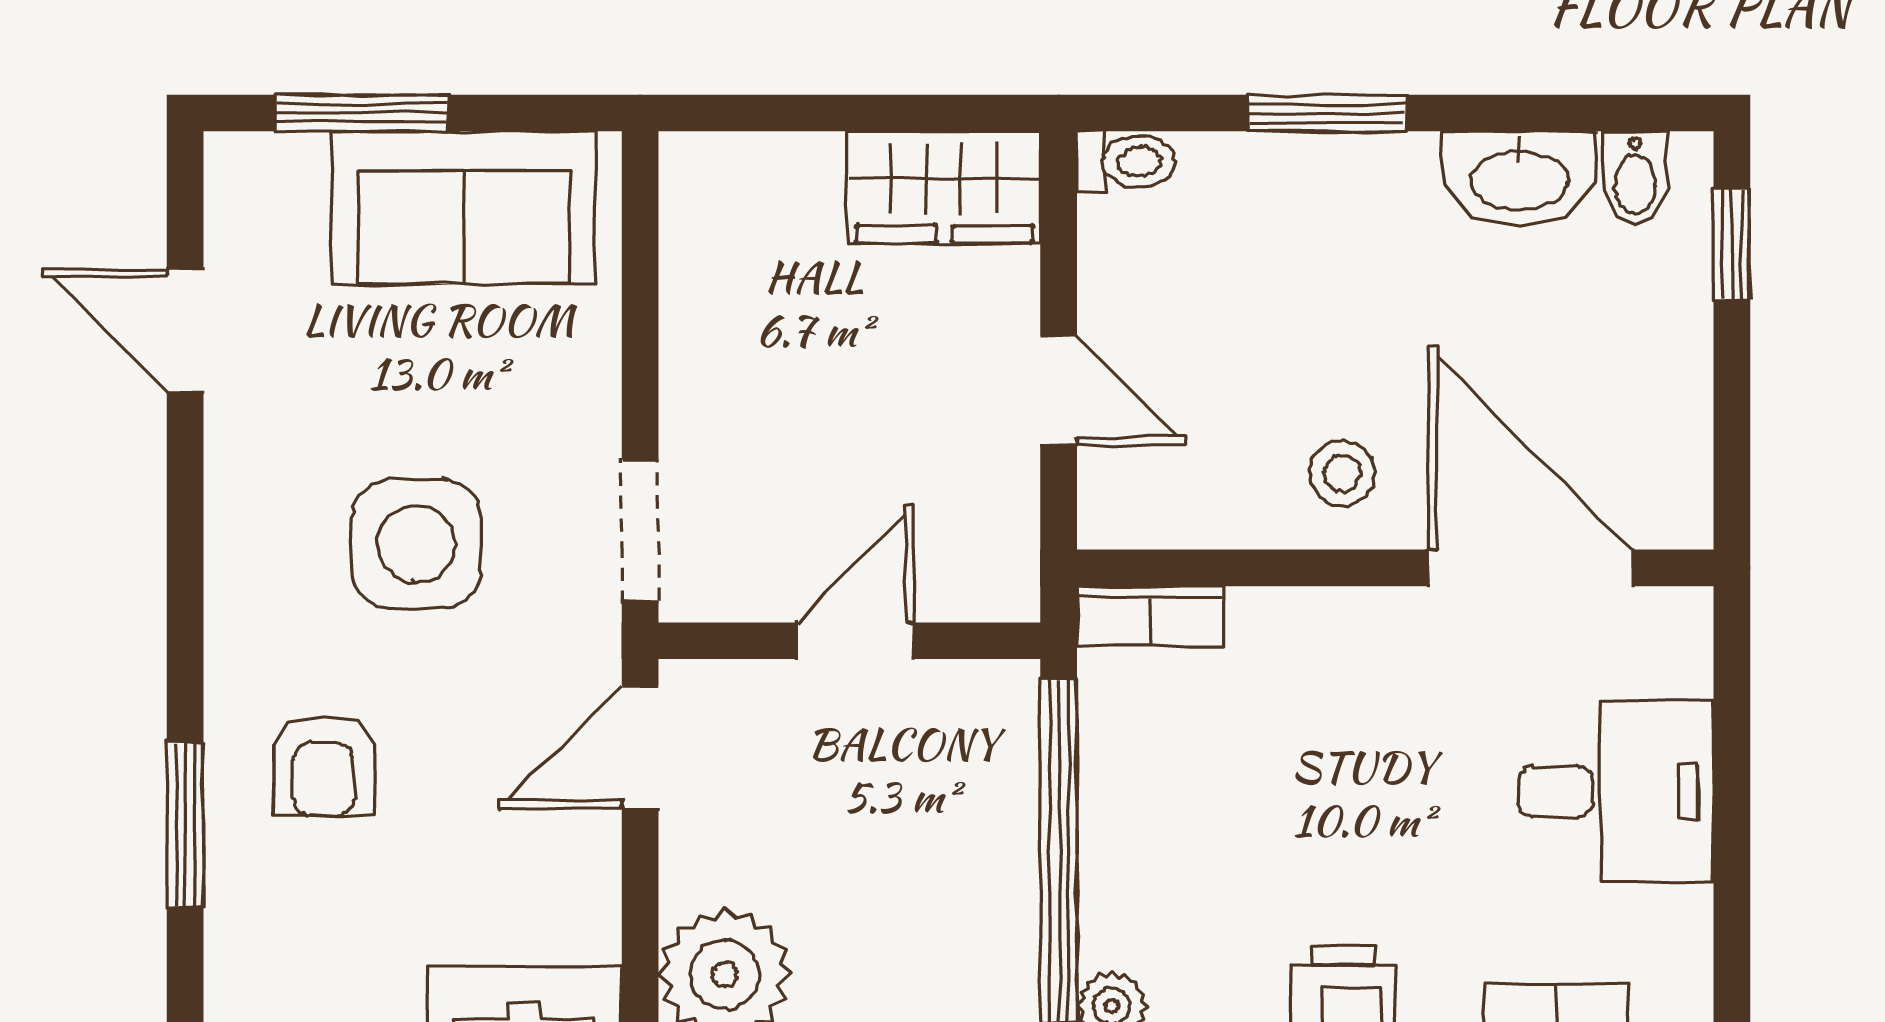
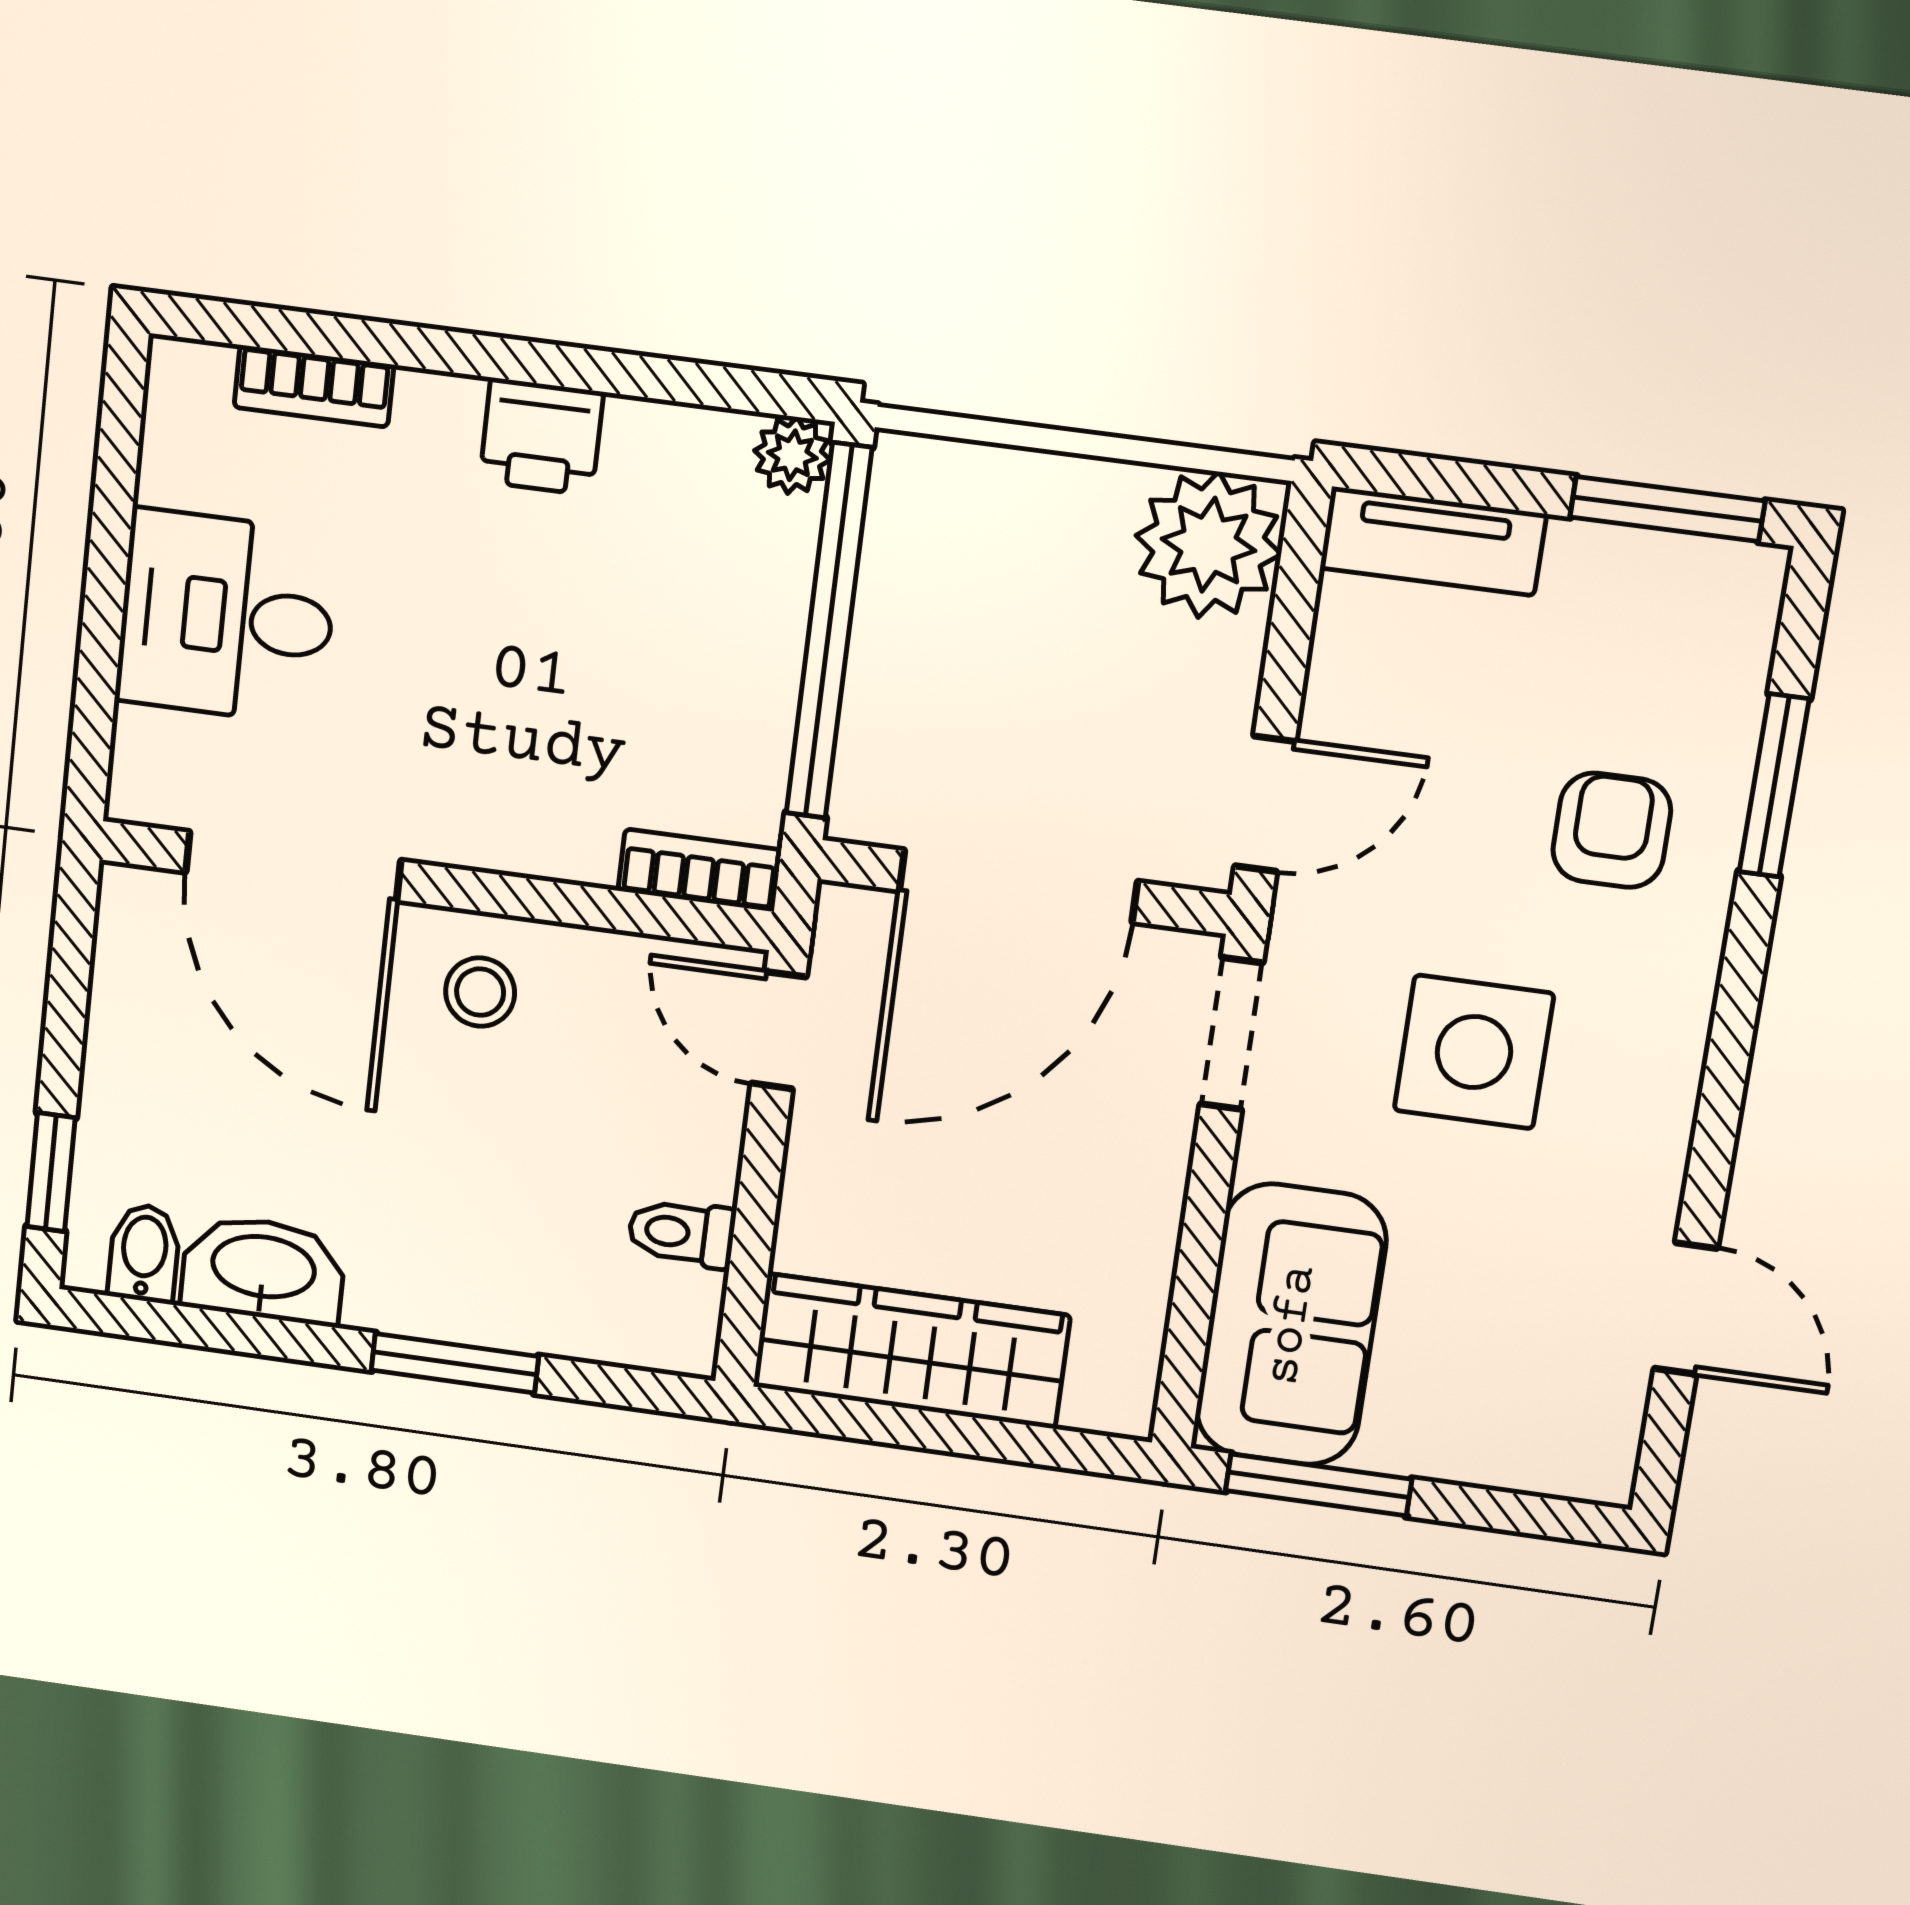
window: (362, 113) -> (1319, 1485), moved
toilet: (1126, 161) -> (682, 1233), moved
wardrobe: (944, 187) -> (911, 1351), width x1.50
sofa: (464, 208) -> (1291, 1325), moved, turned 90
door: (1059, 390) -> (779, 1030), moved
door: (855, 641) -> (1018, 886), width x1.88

